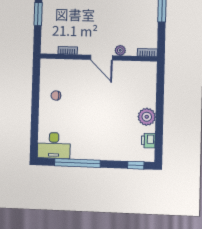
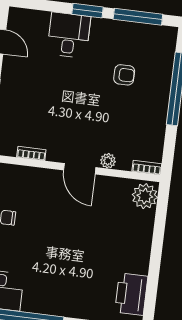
plant: (147, 117) -> (145, 196), moved
printer: (148, 141) -> (131, 294), width x1.87, depth x1.48

